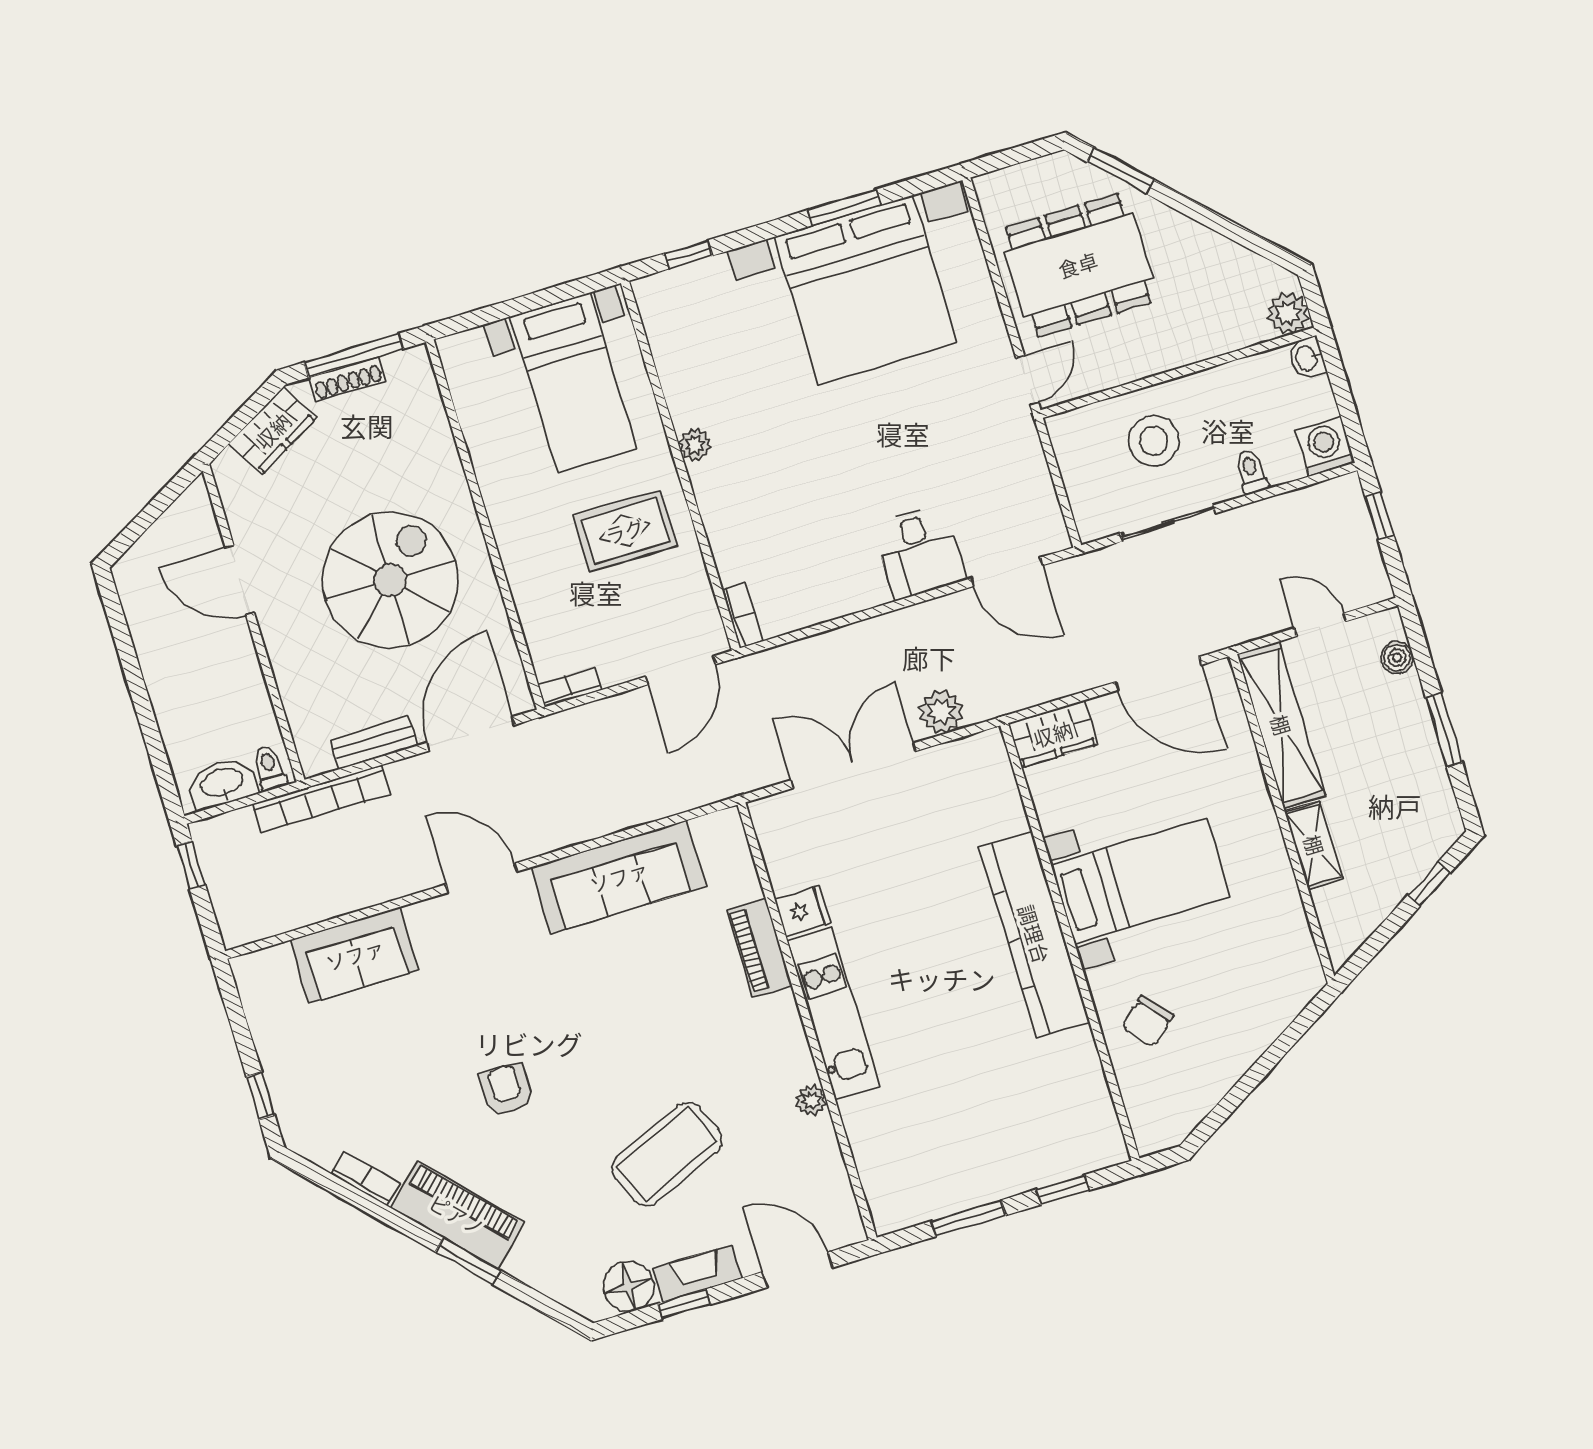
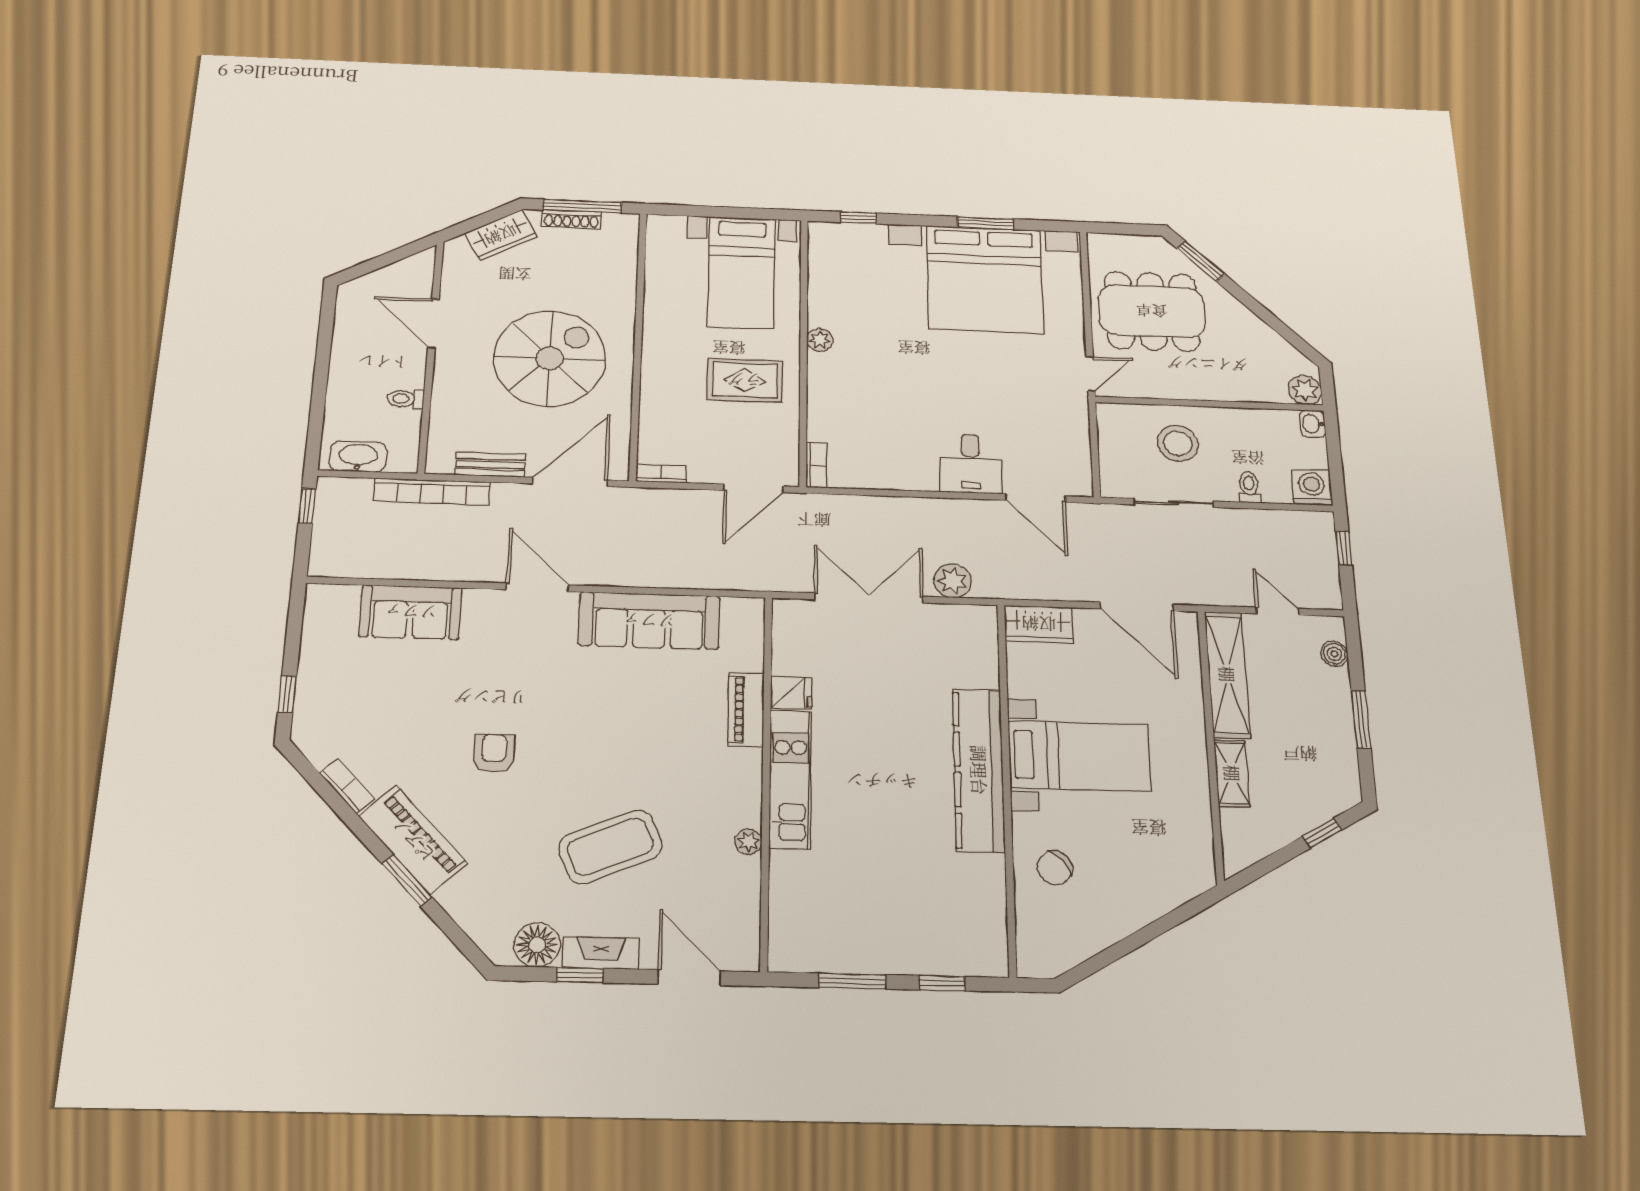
toilet: (269, 768) -> (406, 399), moved, turned -90

